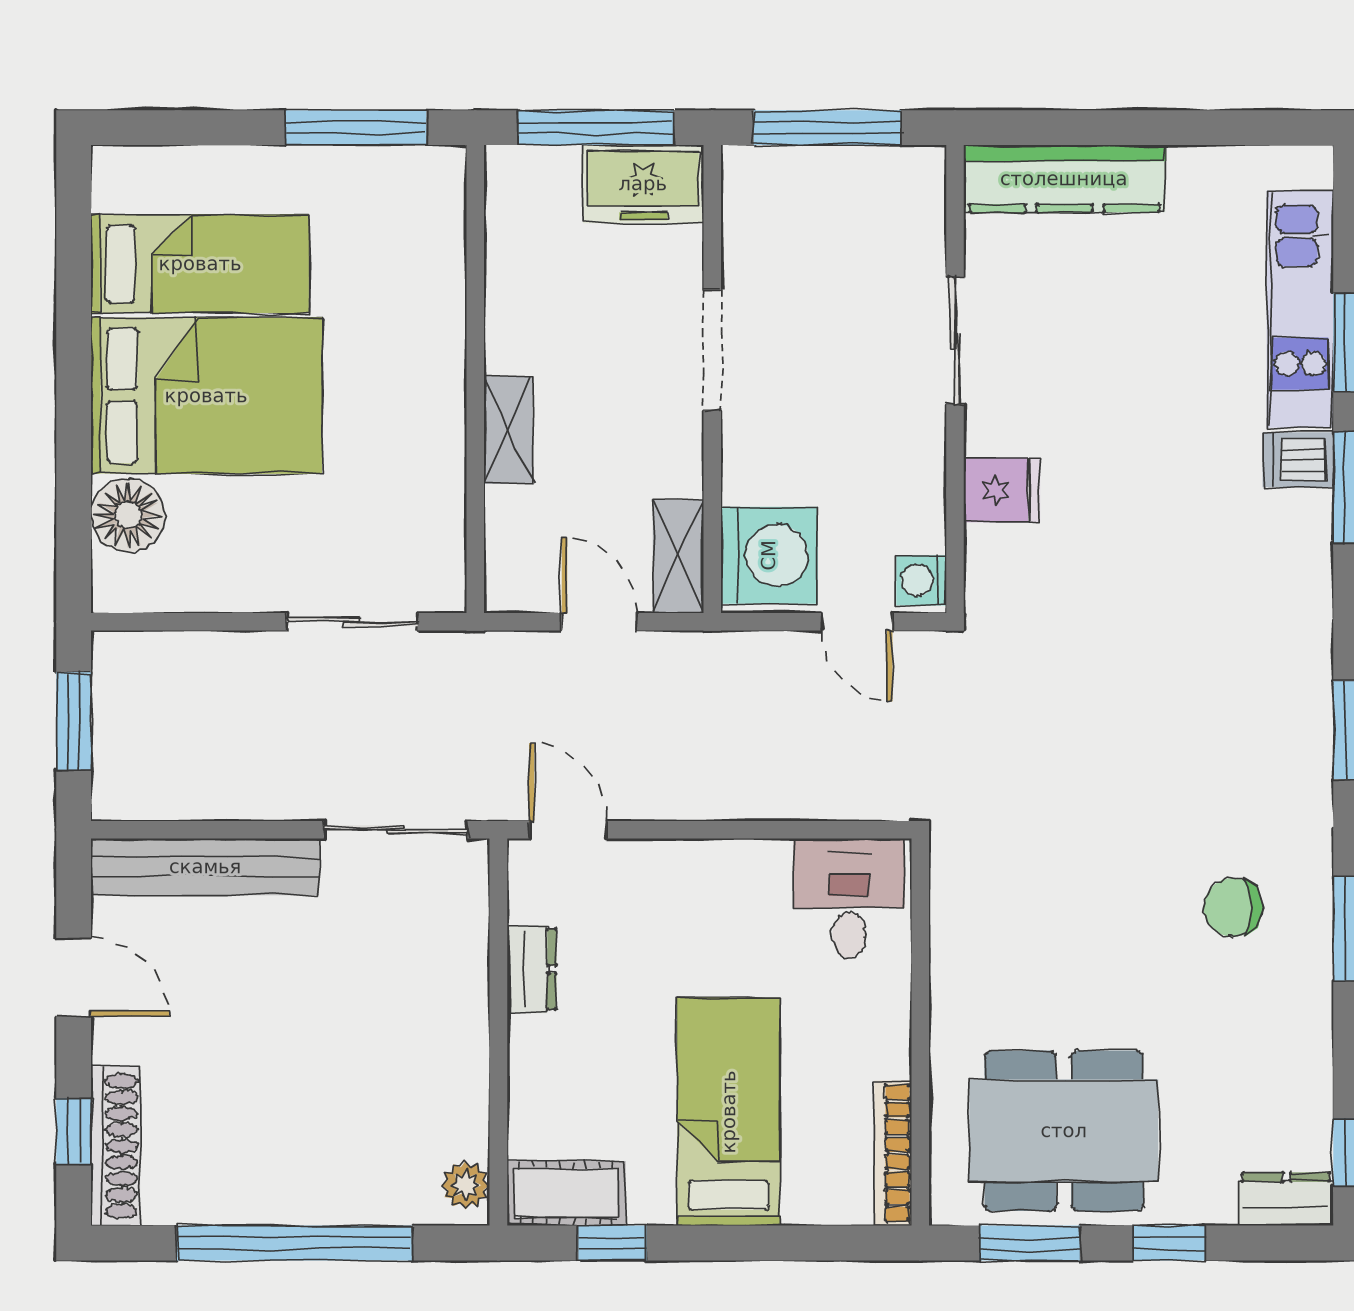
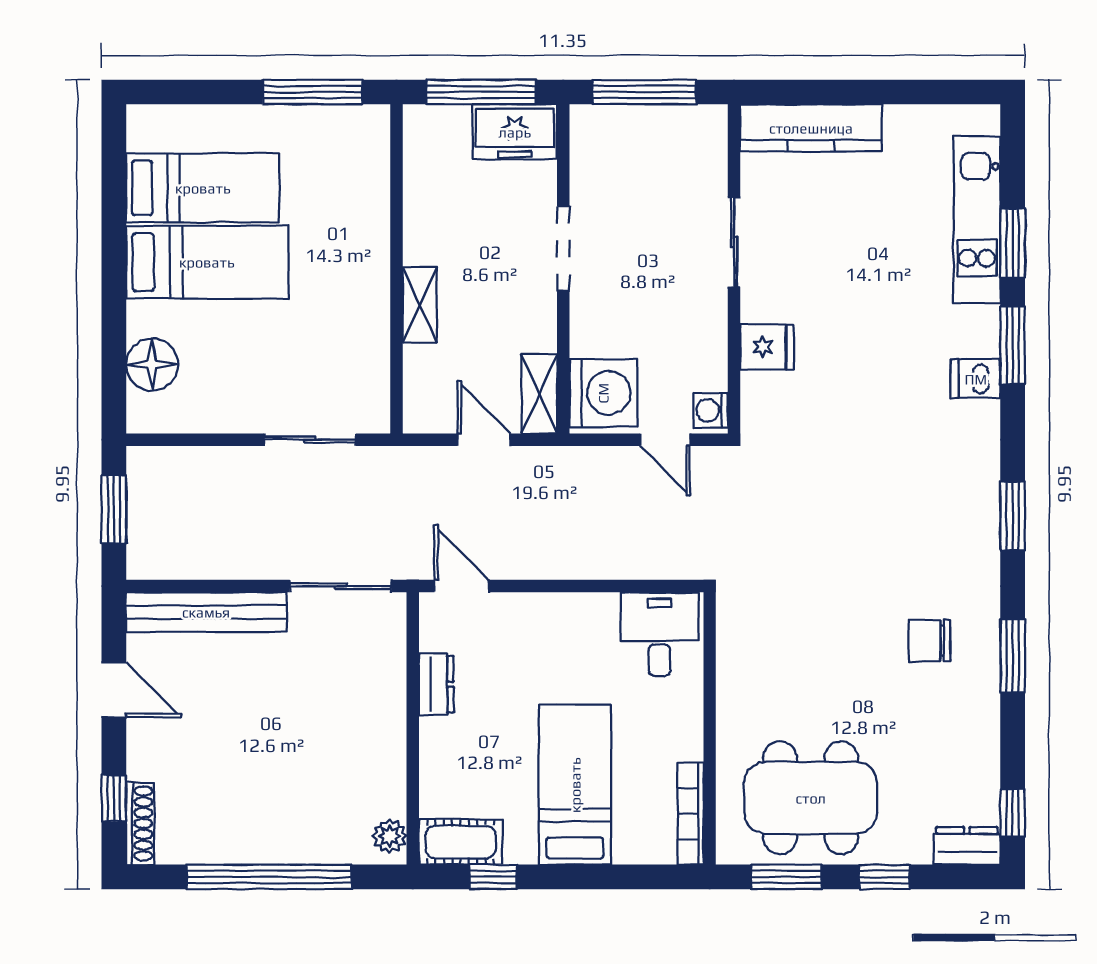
bed: (206, 396) -> (207, 262), width x0.67
dishwasher: (1298, 460) -> (976, 379), moved
shoe rack: (116, 1146) -> (140, 823), width x0.74, depth x0.81

